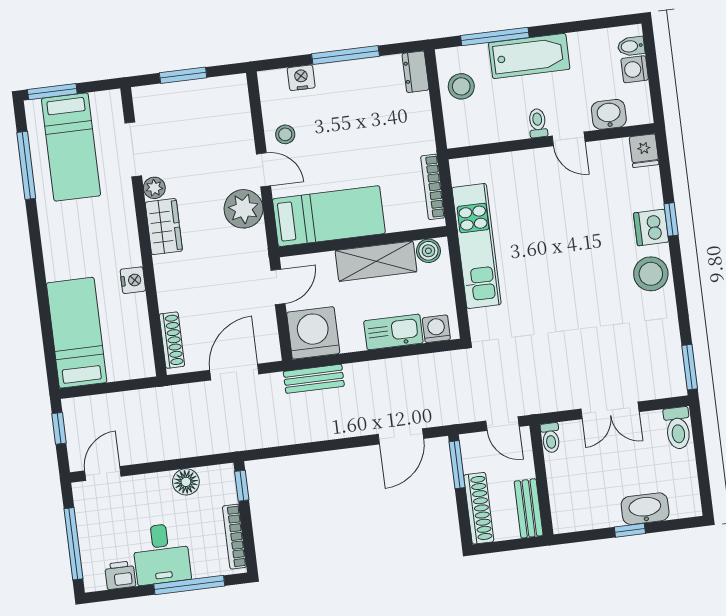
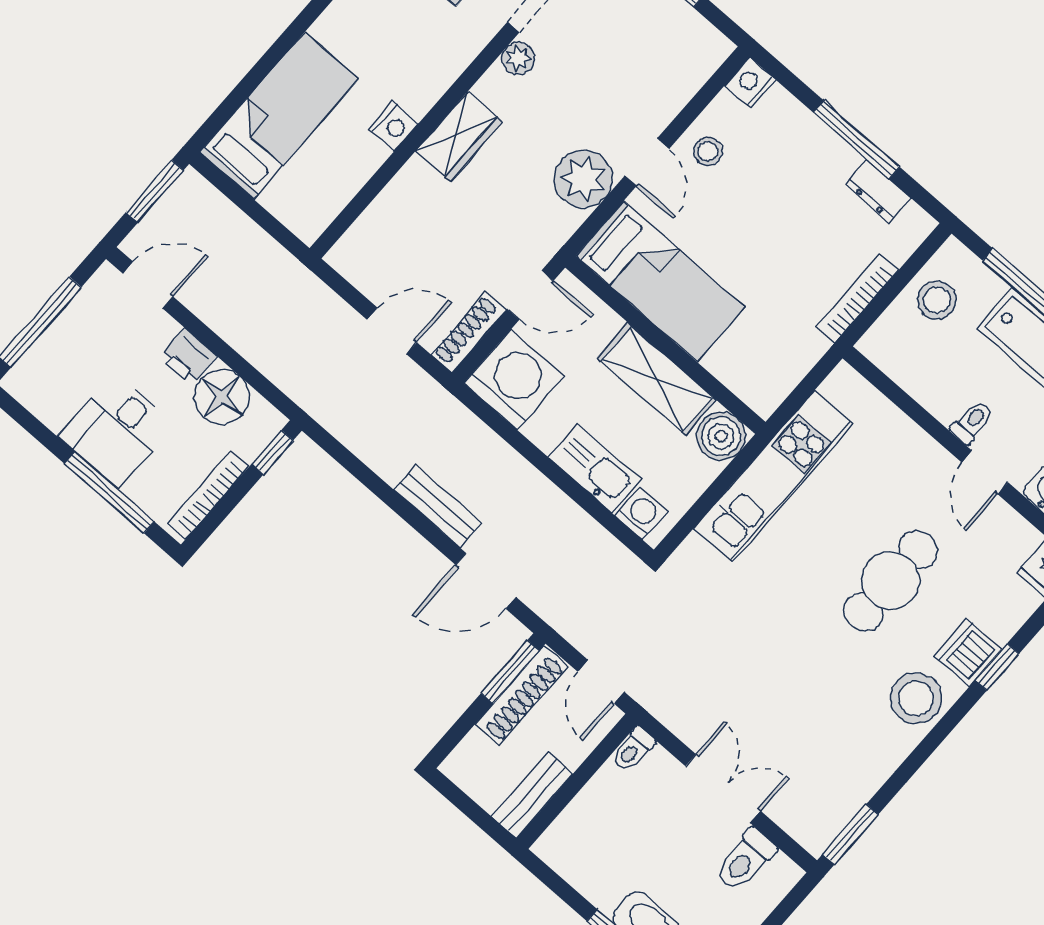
dresser: (415, 72) -> (878, 191), moved, turned -90
nightstand: (301, 78) -> (750, 83), moved, turned -90
bookcase: (433, 187) -> (857, 298), moved
wardrobe: (164, 227) -> (459, 137), moved
cafe table: (581, 234) -> (891, 581), added
boiler: (428, 251) -> (721, 436), width x1.36, depth x1.36
shoe rack: (172, 340) -> (469, 333), moved, turned 180
door: (234, 372) -> (392, 331), width x0.73
bench: (314, 379) -> (438, 506), moved
double door: (610, 410) -> (723, 789), swing flipped
window: (59, 428) -> (155, 191), width x1.50
toilet: (678, 428) -> (746, 860), moved
floor lamp: (186, 482) -> (222, 397), width x1.38, depth x1.38
shoe rack: (479, 508) -> (521, 696), moved
printer: (120, 575) -> (188, 357), moved, turned 180

